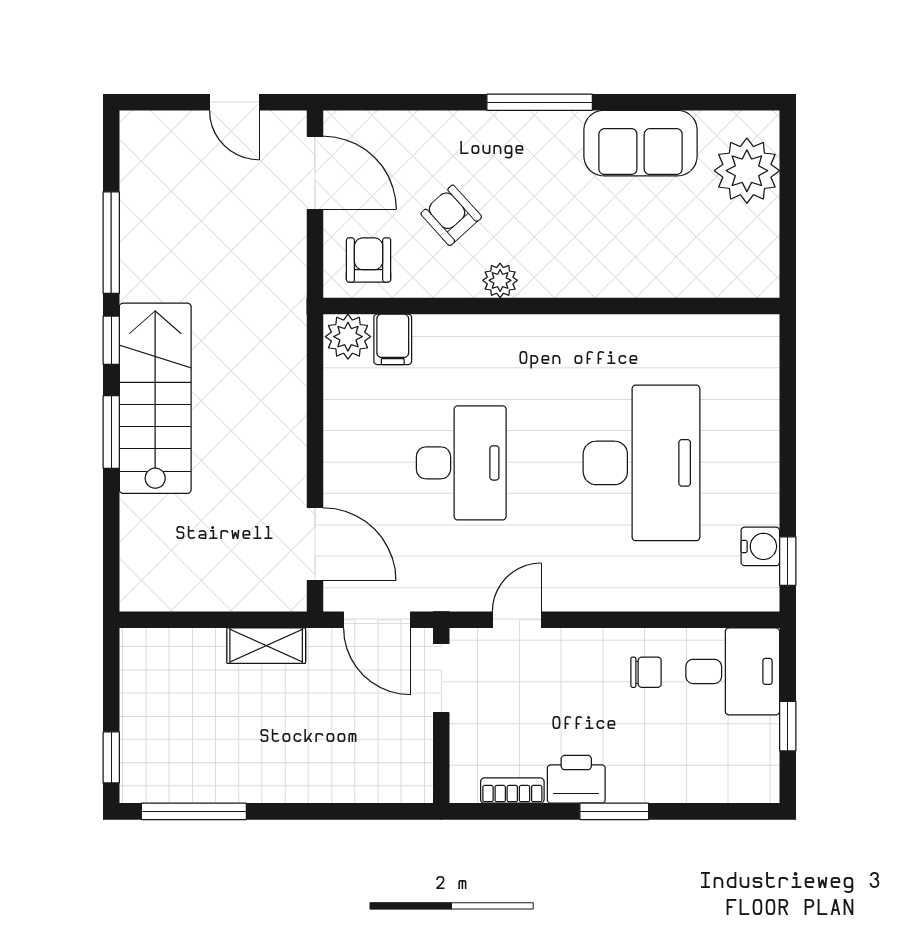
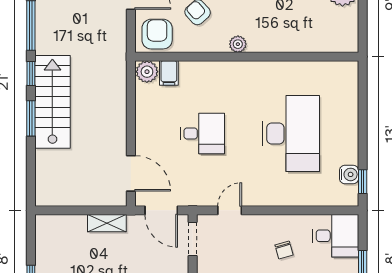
armchair: (369, 260) -> (157, 34), width x1.38, depth x1.38
plant: (500, 280) -> (238, 44), moved
desk: (461, 463) -> (202, 134), width x0.73
chair: (646, 672) -> (284, 250), moved, turned 74

